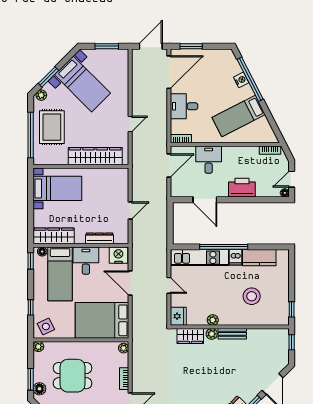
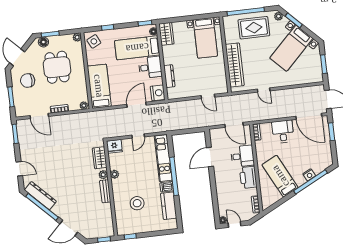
printer: (242, 188) -> (248, 177), moved, turned 180
door: (130, 211) -> (208, 96), moved
wardrobe: (54, 236) -> (166, 34), width x0.67
bed: (102, 320) -> (99, 86), width x0.67

